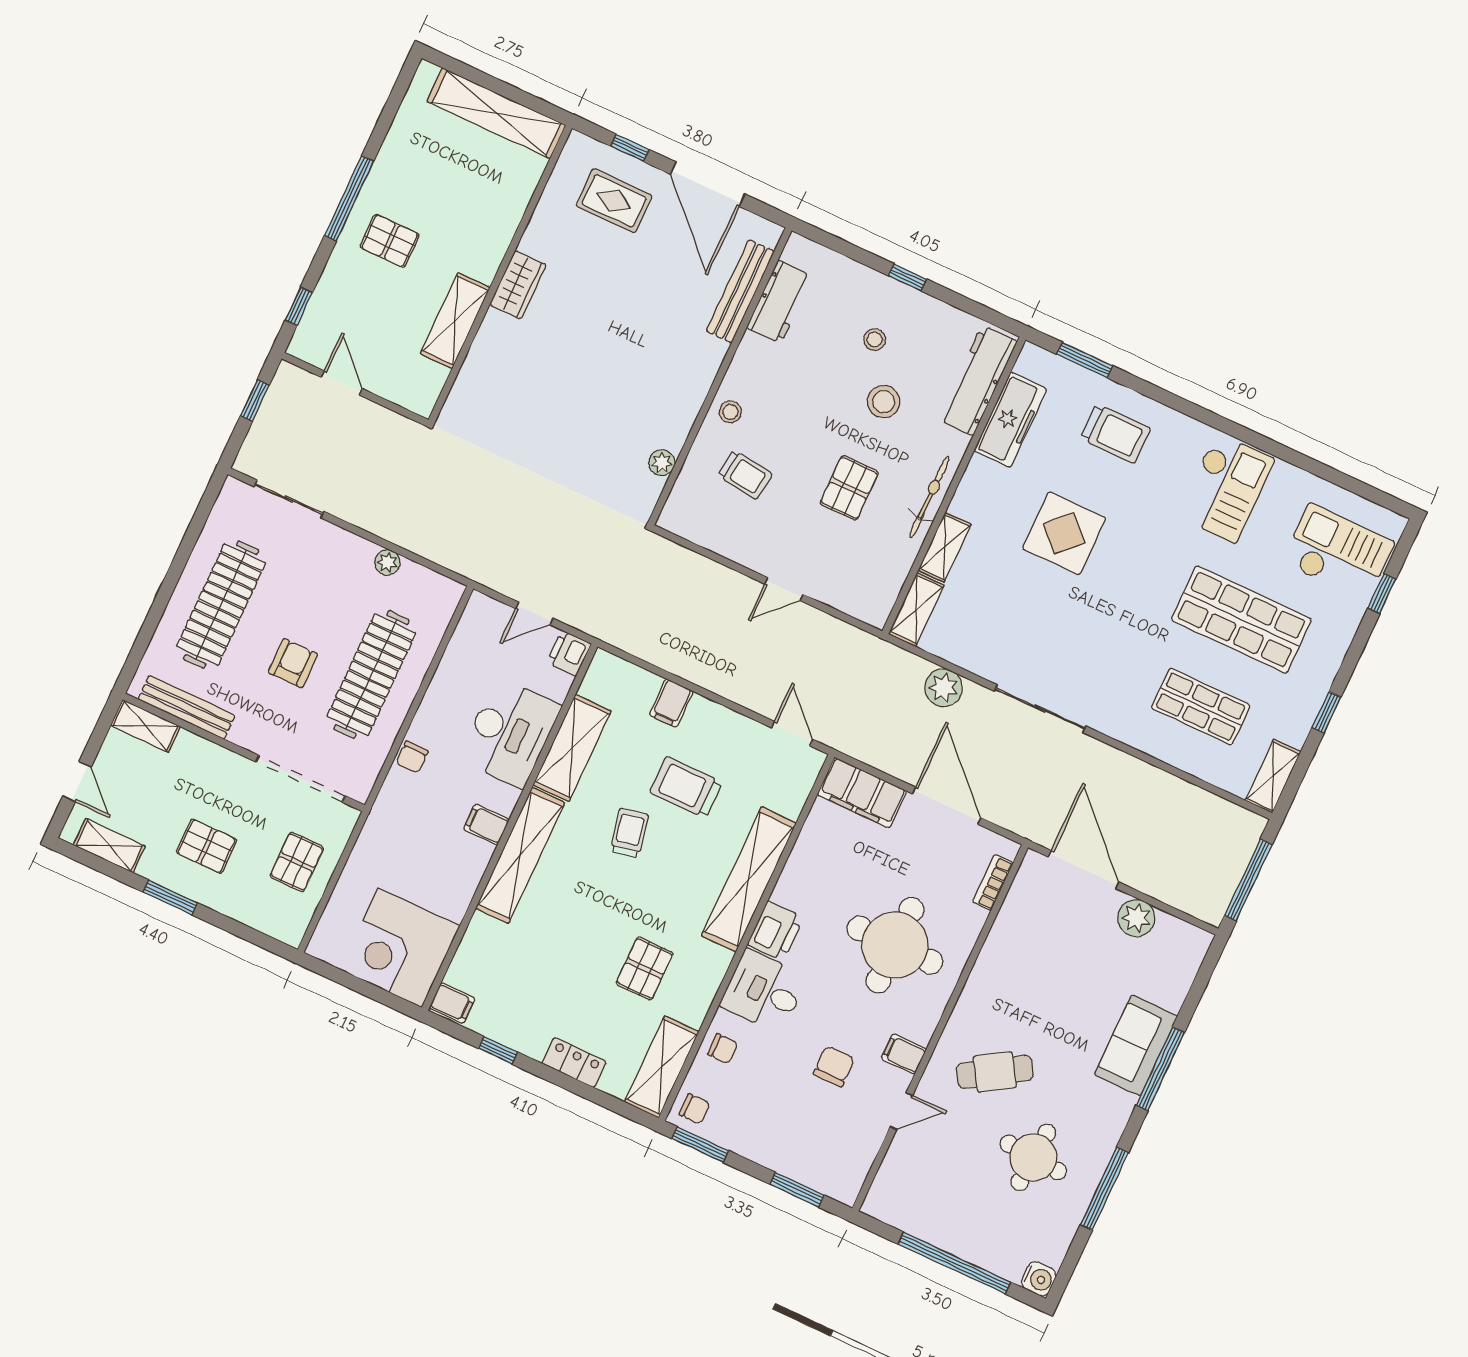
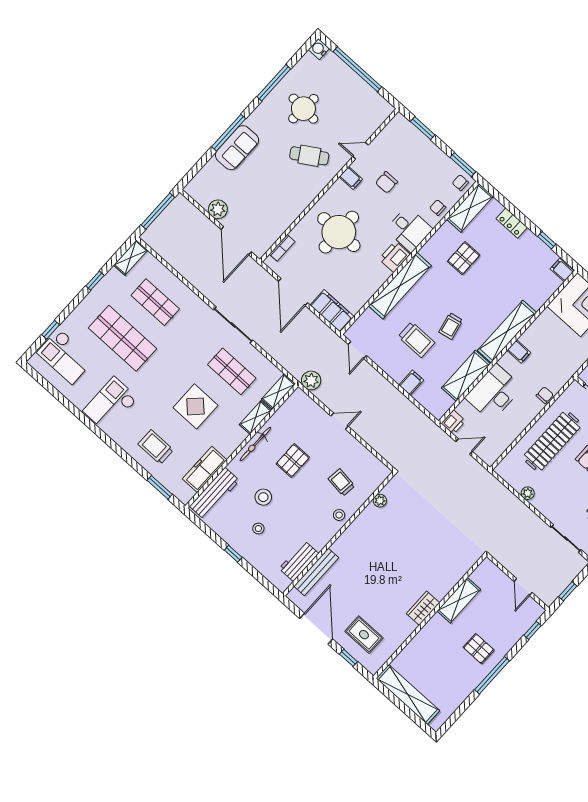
shop shelf: (1016, 620) -> (232, 371), added
plant: (943, 688) -> (311, 380), moved

